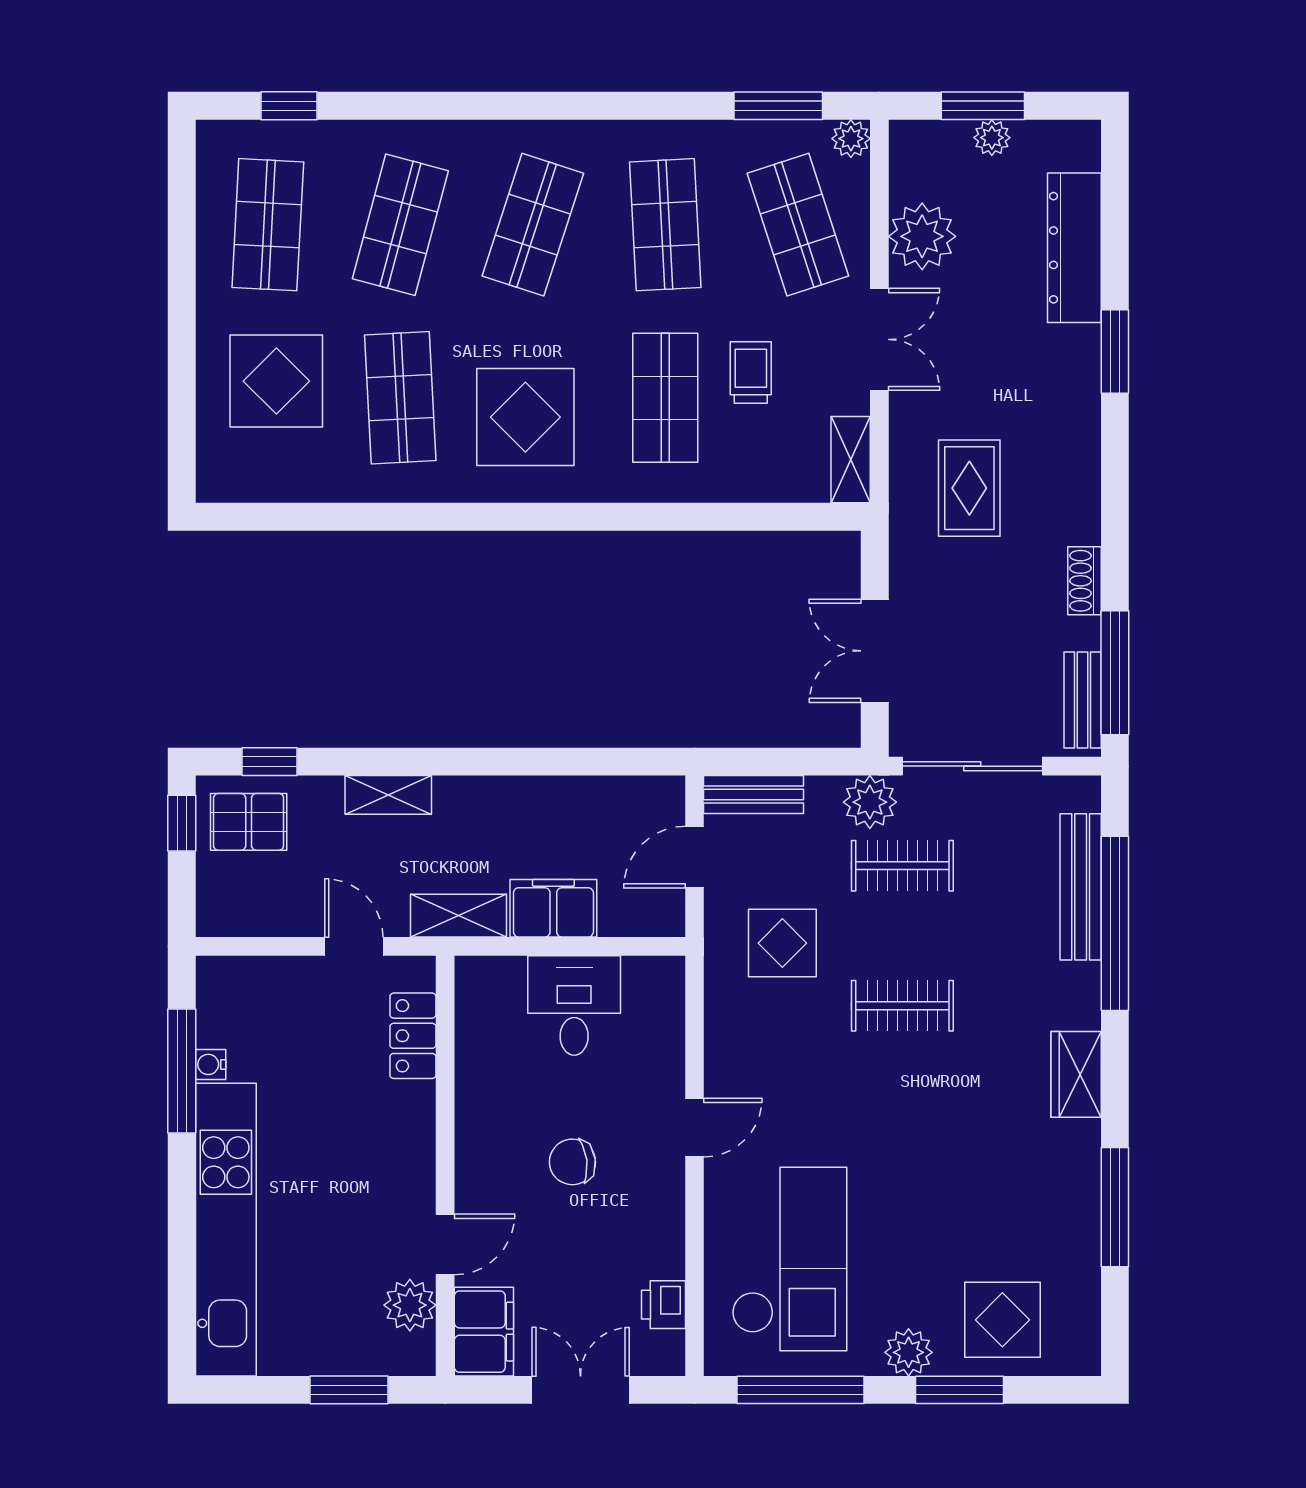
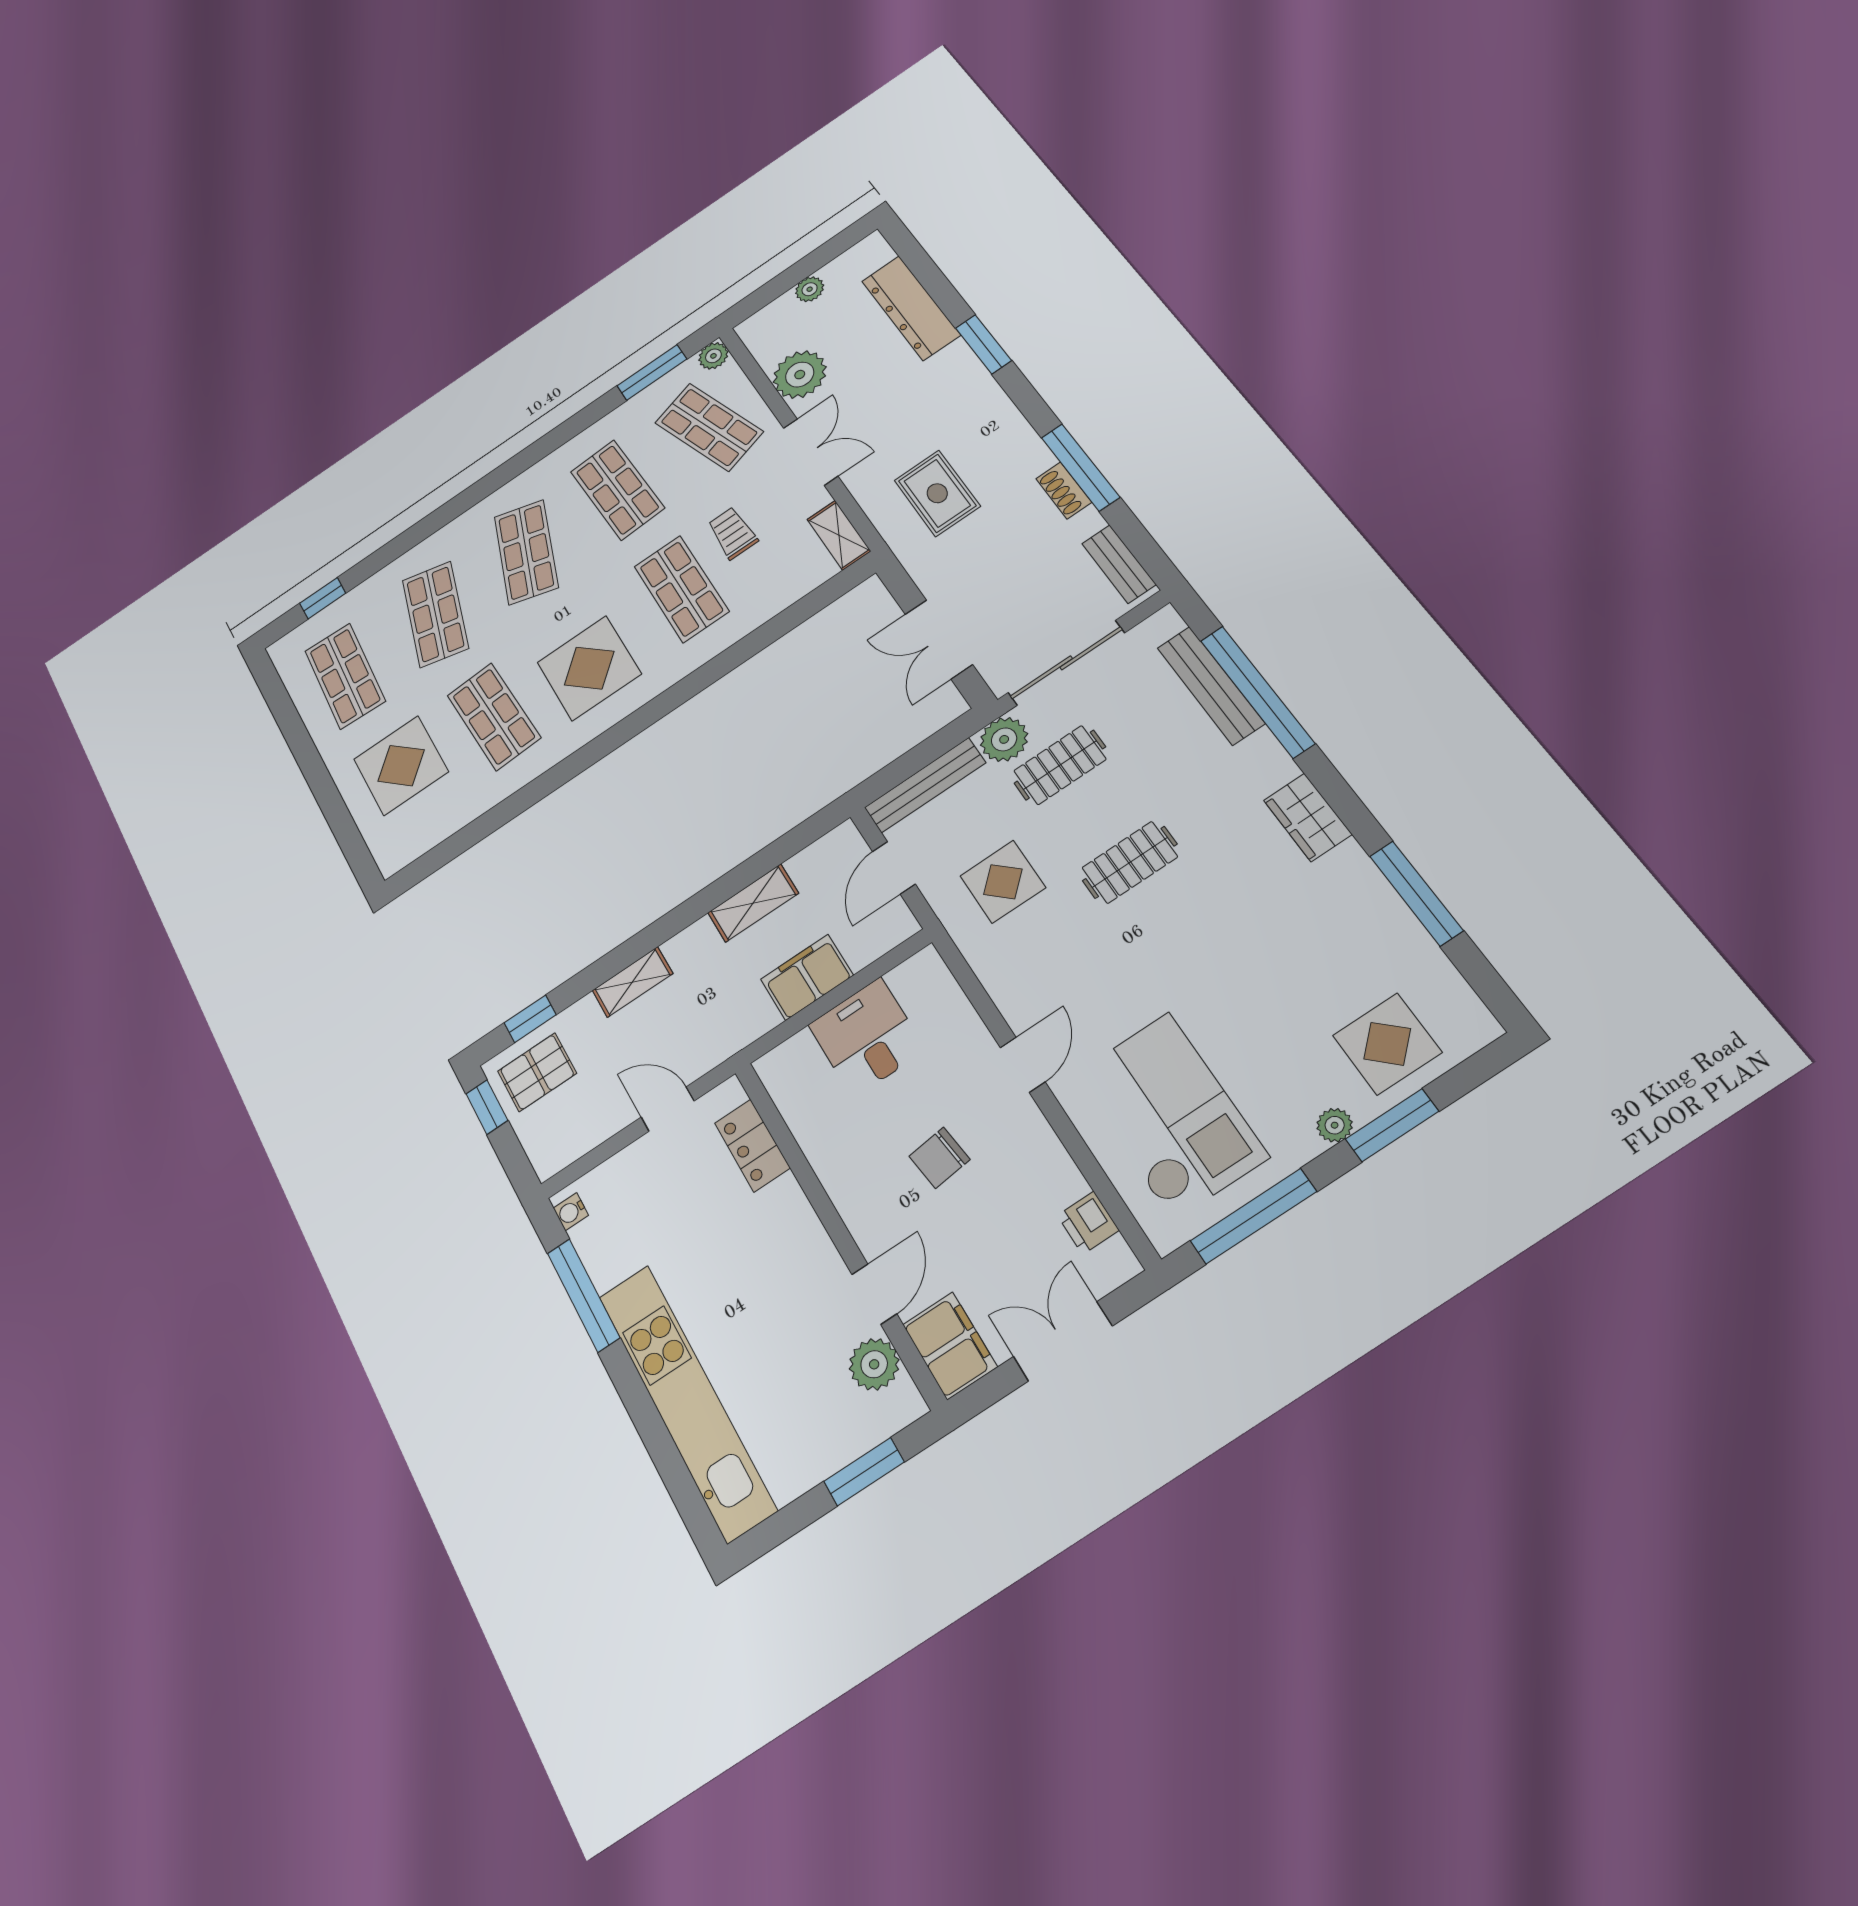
window: (983, 106) -> (791, 277), removed
window: (1115, 673) -> (1080, 467), moved
bench: (754, 794) -> (925, 785), width x1.36
shelving: (459, 916) -> (753, 903), moved
water cooler: (211, 1064) -> (571, 1212), moved
plant: (909, 1352) -> (1335, 1125), width x0.73, depth x0.73

